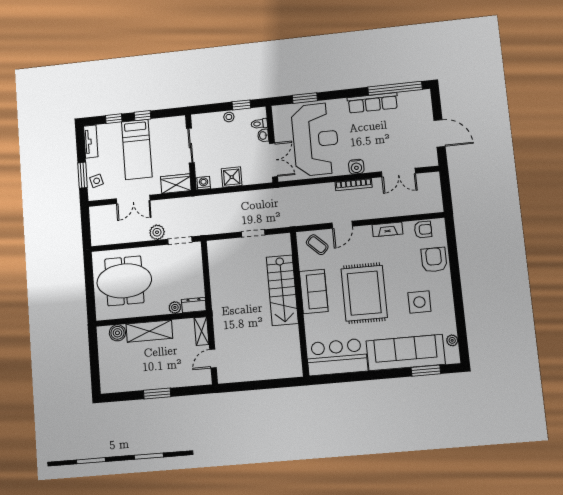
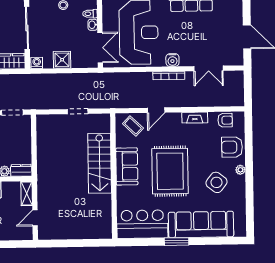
sliding door: (190, 146) -> (27, 28), width x1.37
armchair: (434, 260) -> (232, 147), turned -90
side table: (419, 302) -> (216, 182), turned 38
plant: (452, 340) -> (240, 170), moved
window: (426, 371) -> (177, 242), moved

